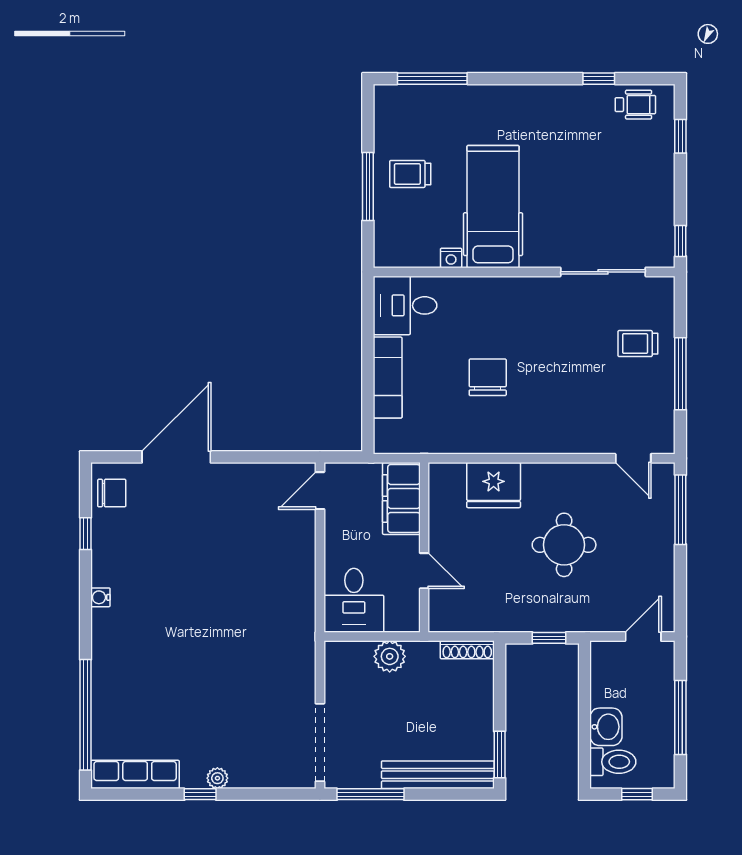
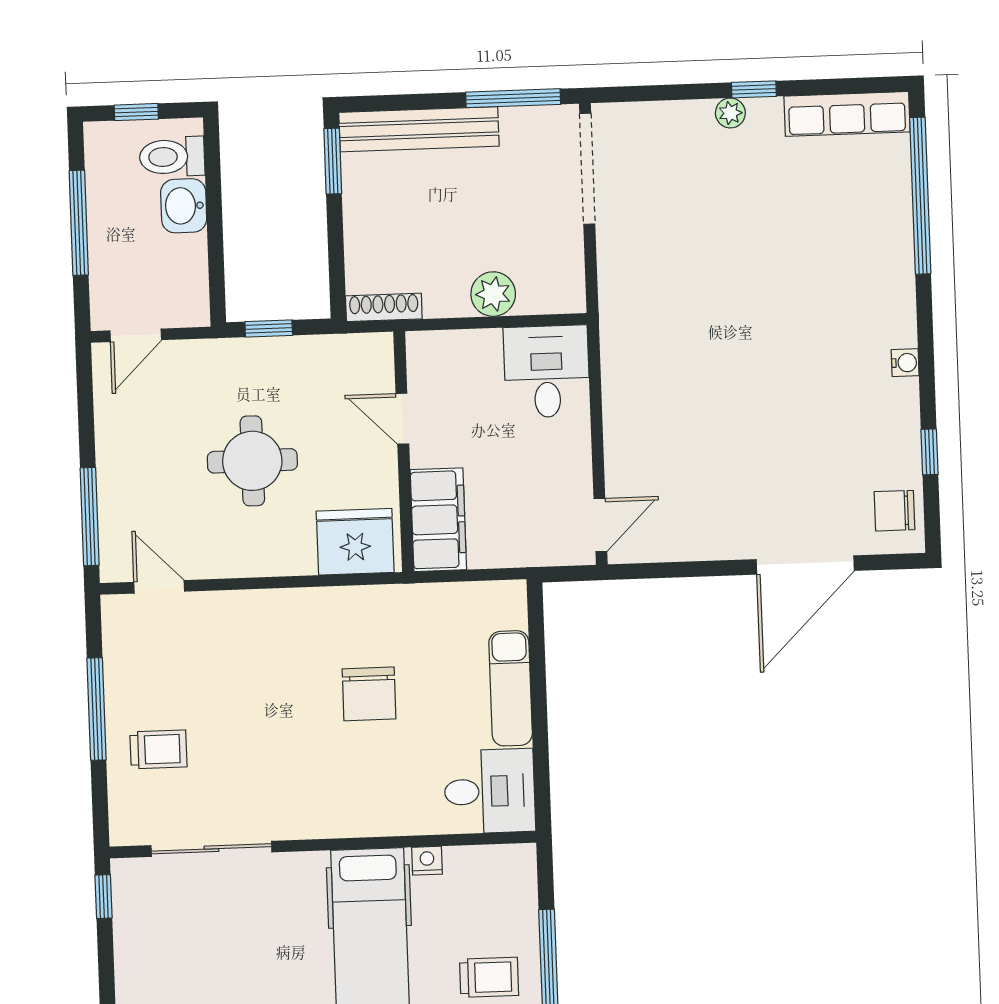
filing cabinet: (401, 498) -> (438, 520), moved
wall: (424, 547) -> (404, 452), moved
door: (424, 571) -> (402, 419), moved

